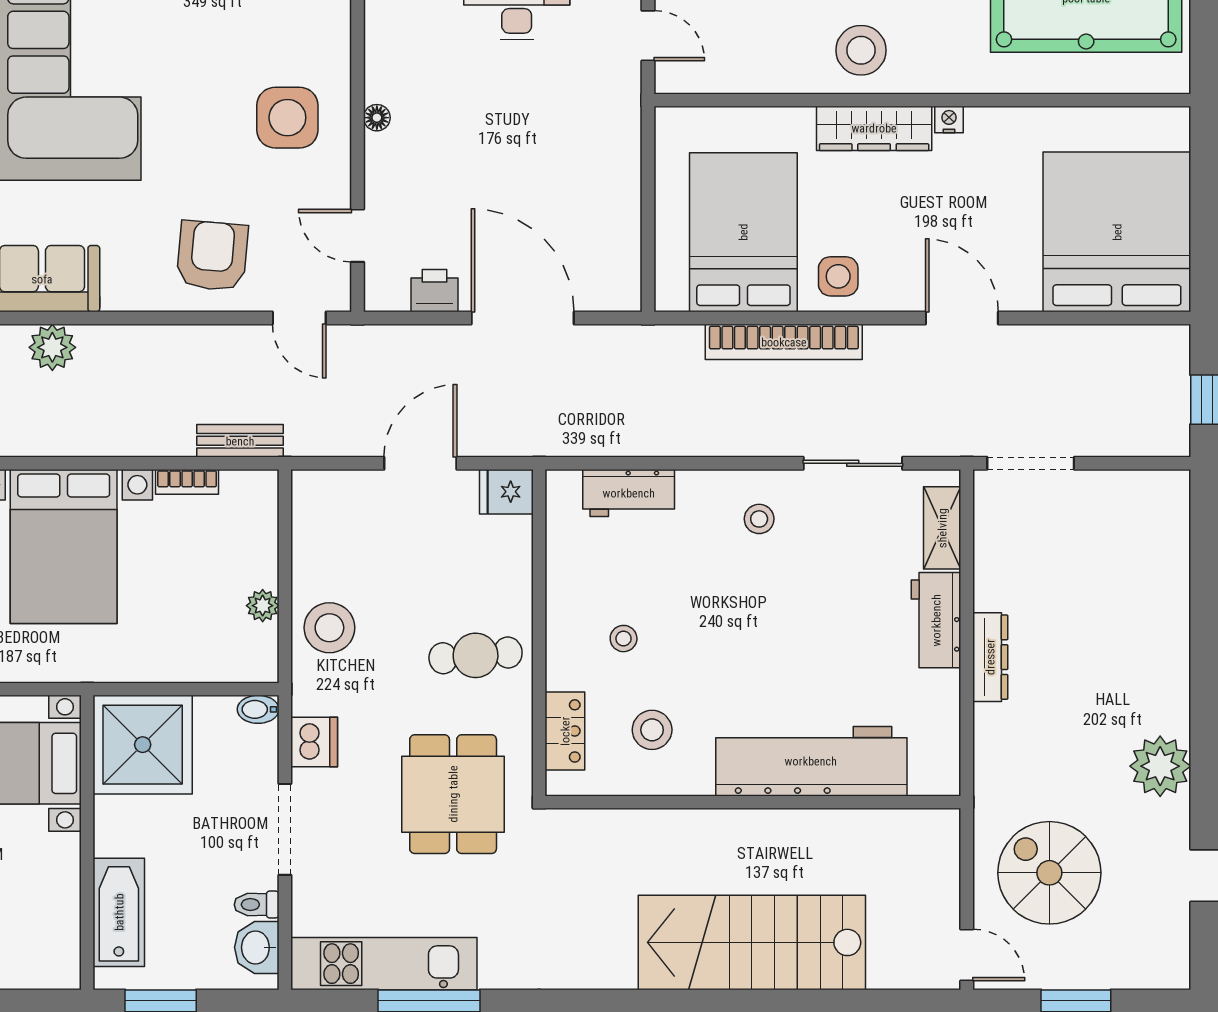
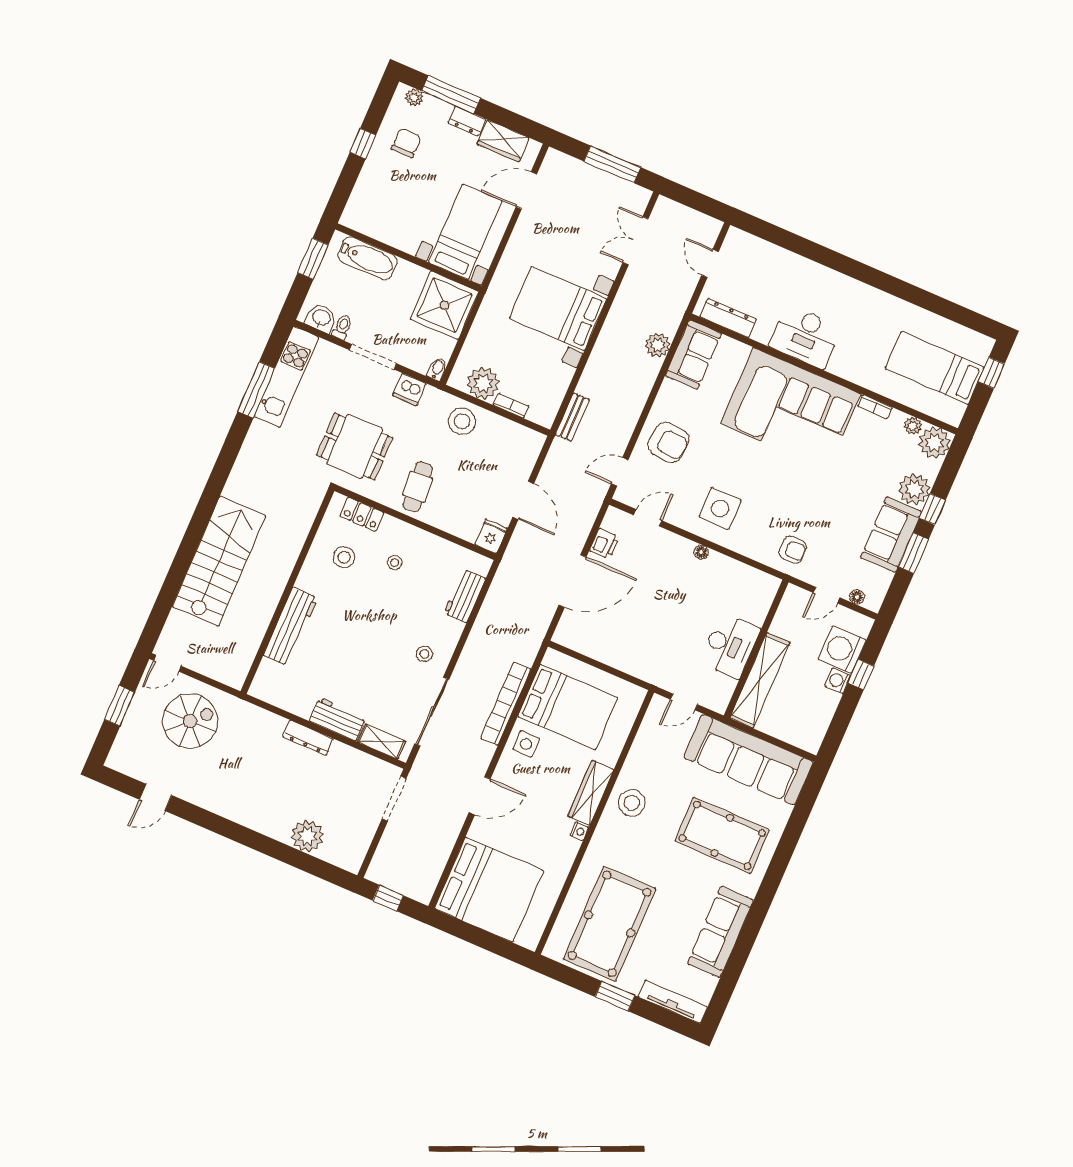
sliding door: (853, 463) -> (432, 712), width x1.37
bookcase: (187, 482) -> (511, 406), moved, turned 90
plant: (263, 606) -> (483, 383), width x1.87, depth x1.87
workbench: (811, 761) -> (291, 627), width x0.73, depth x0.76
plant: (1160, 766) -> (307, 836), moved

